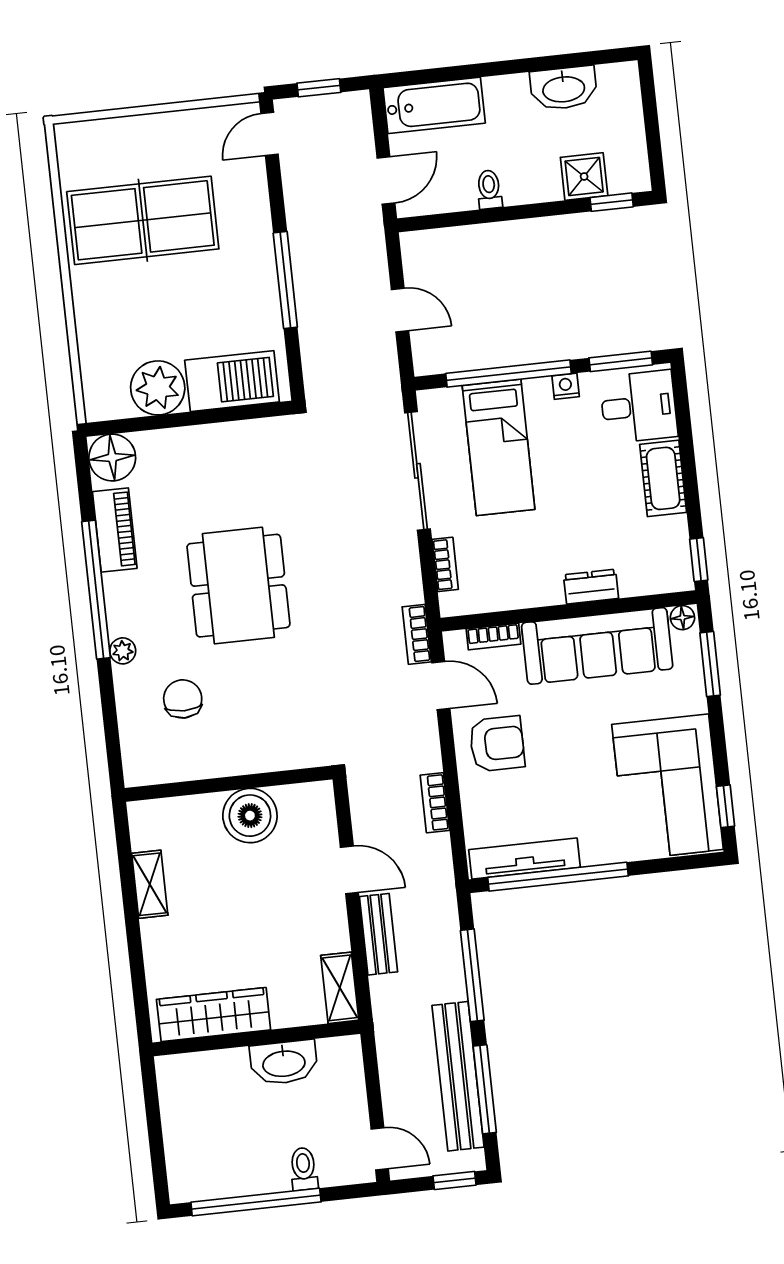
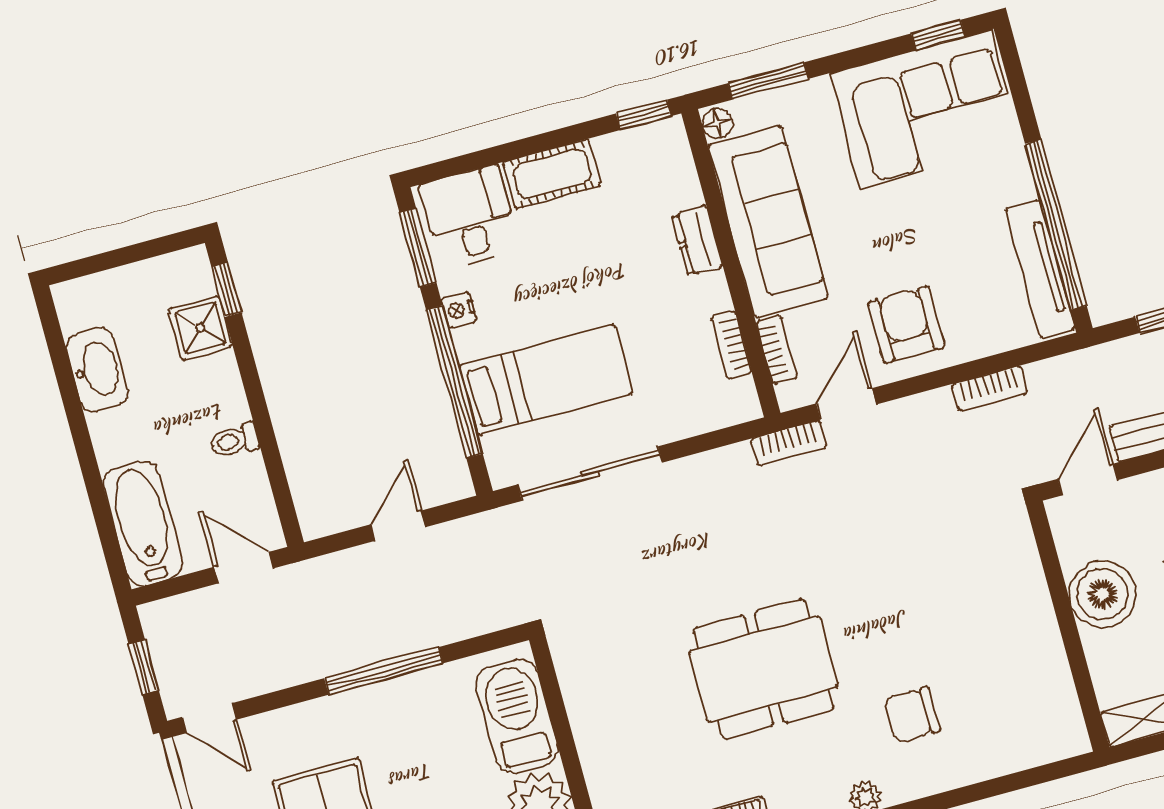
bookcase: (445, 564) -> (731, 345), moved, turned -90
wall: (229, 784) -> (1068, 626), moved
boiler: (250, 816) -> (1102, 594), moved

